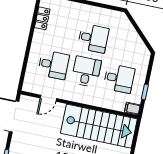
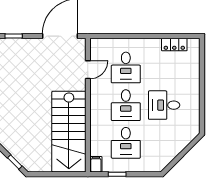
desk: (93, 38) -> (164, 105), turned 90
desk: (86, 72) -> (126, 105), turned 90
door: (48, 98) -> (88, 70), swing flipped

